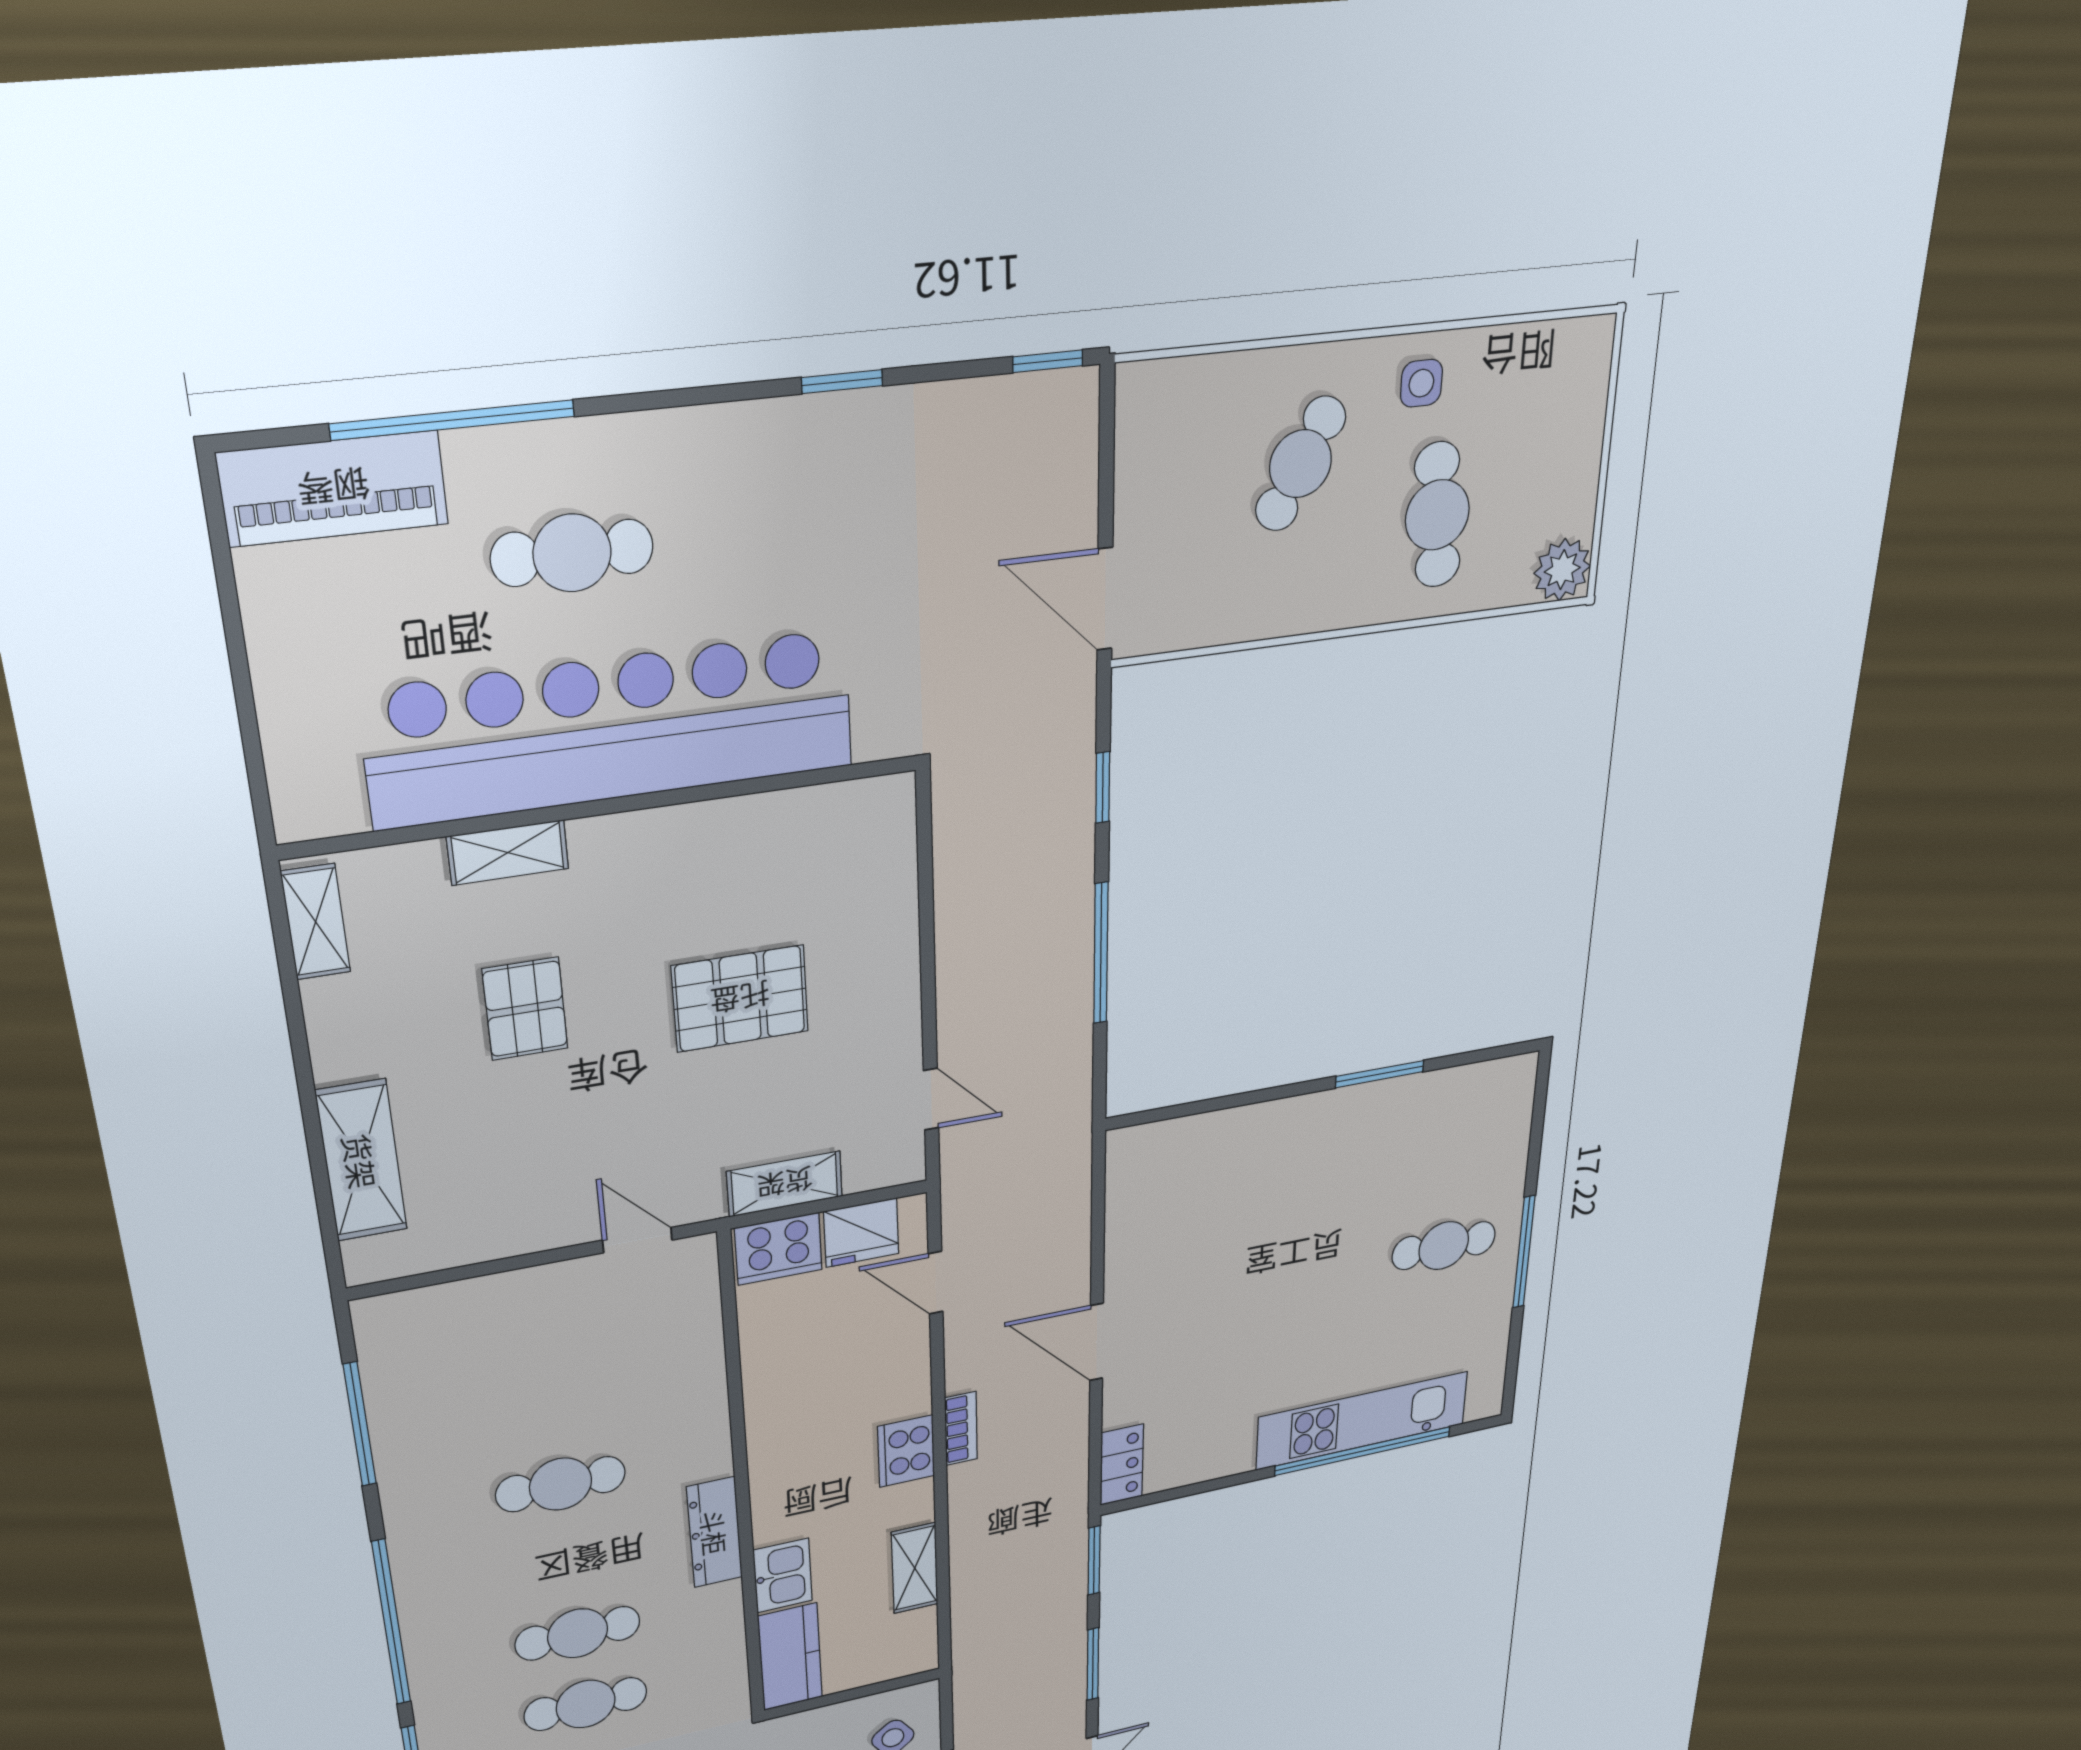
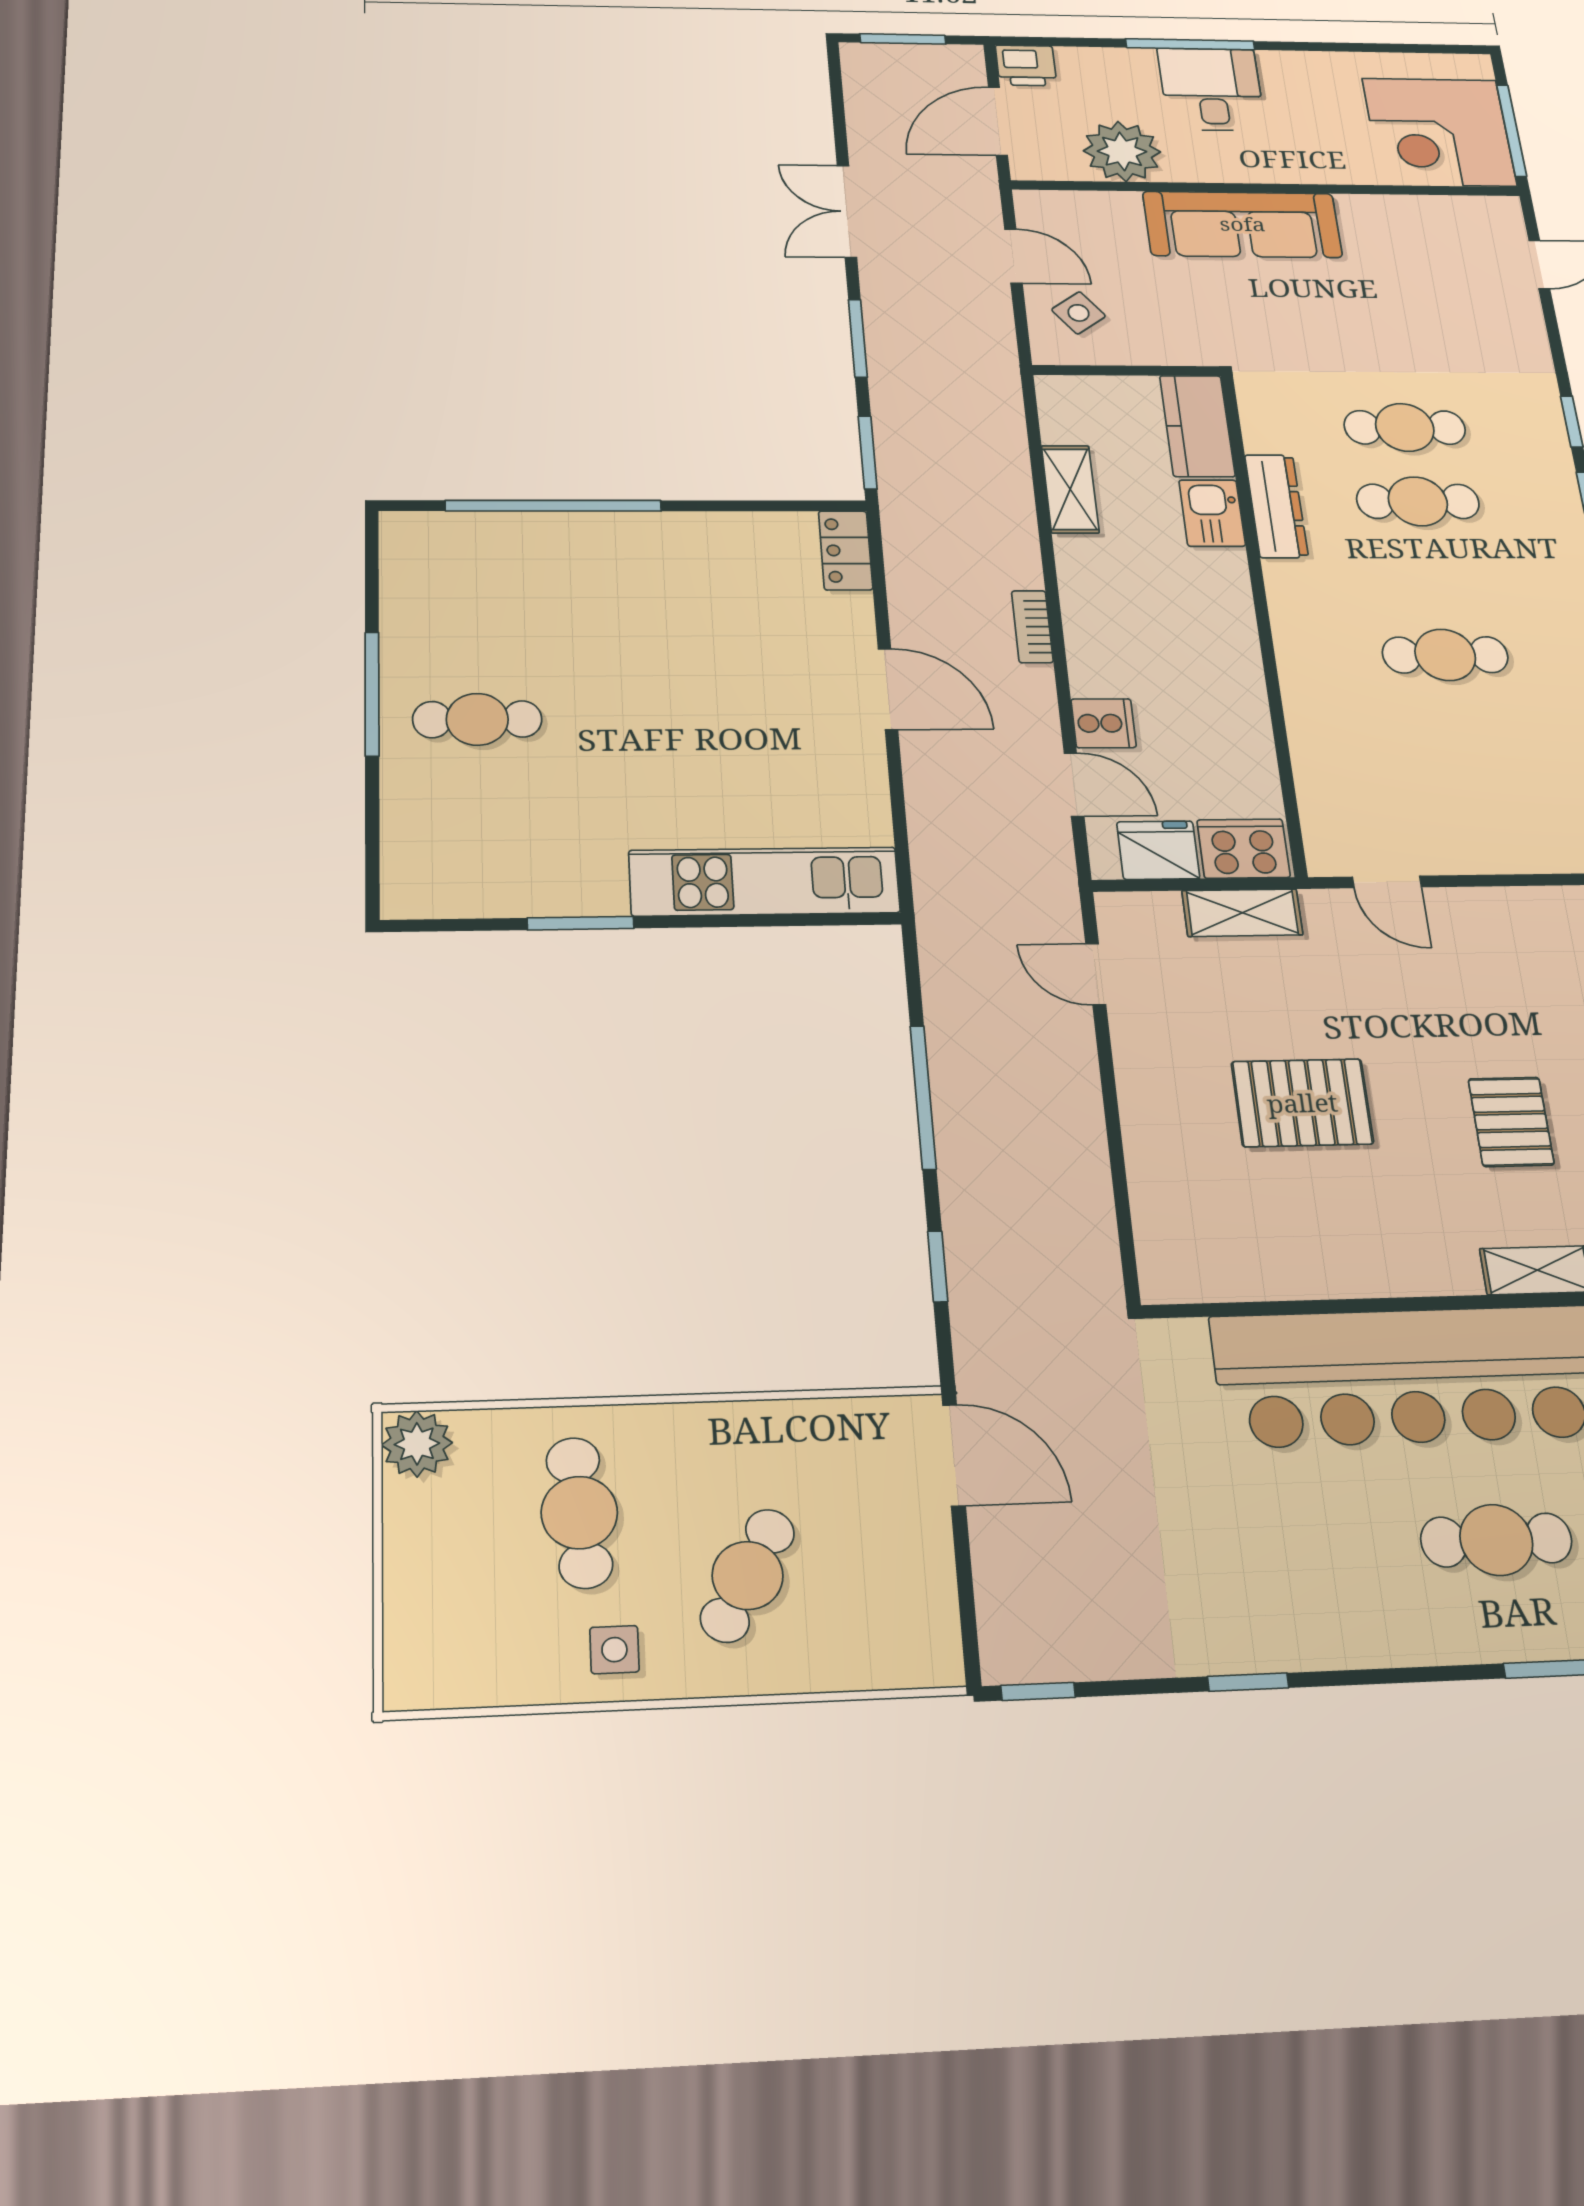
kitchen unit: (1362, 1421) -> (764, 881), moved, turned 180
cooker: (906, 1451) -> (1104, 723), moved, width x0.73
dresser: (715, 1532) -> (1276, 506), moved

